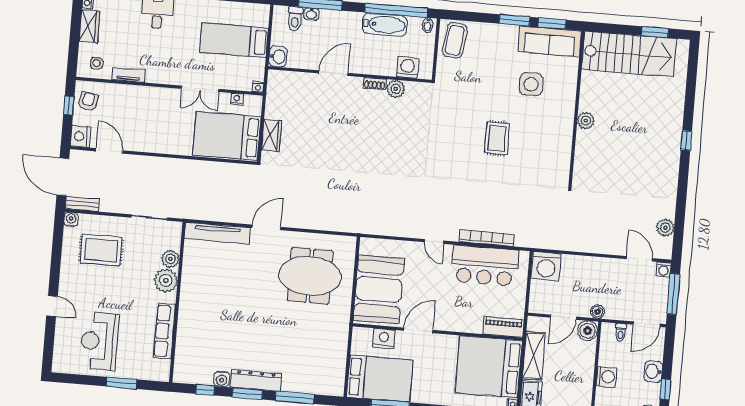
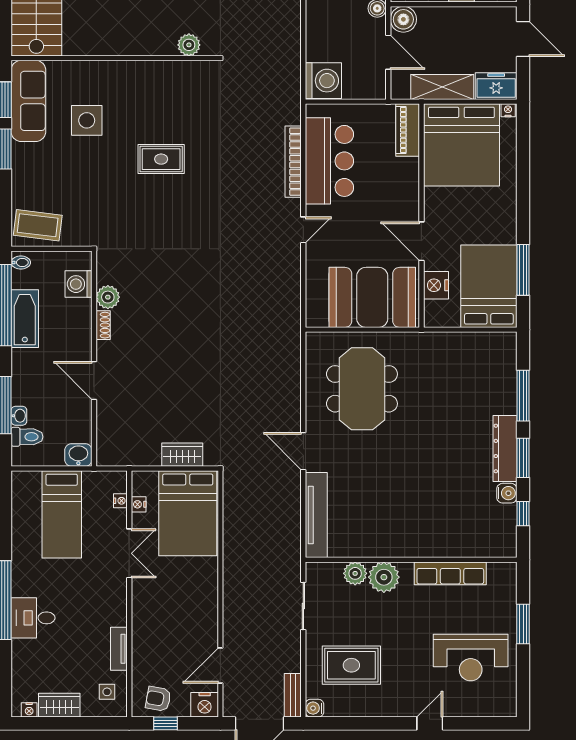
nightstand: (258, 87) -> (120, 501), moved
plant: (586, 121) -> (189, 45), moved
rug: (101, 250) -> (351, 665), turned 90

